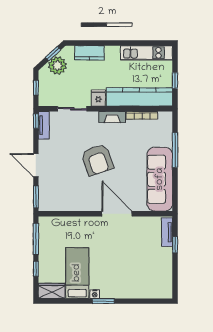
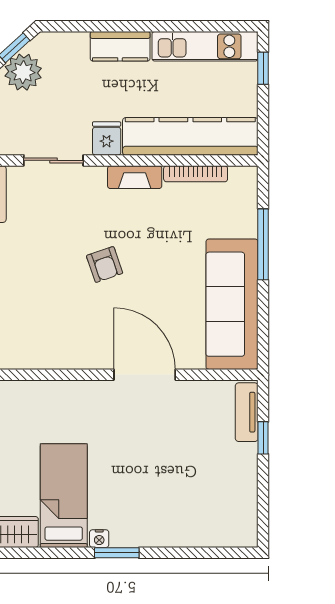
kitchen counter: (89, 53) -> (120, 46), moved
window: (175, 81) -> (263, 68), moved
armchair: (97, 160) -> (105, 264), width x0.53, depth x0.53

